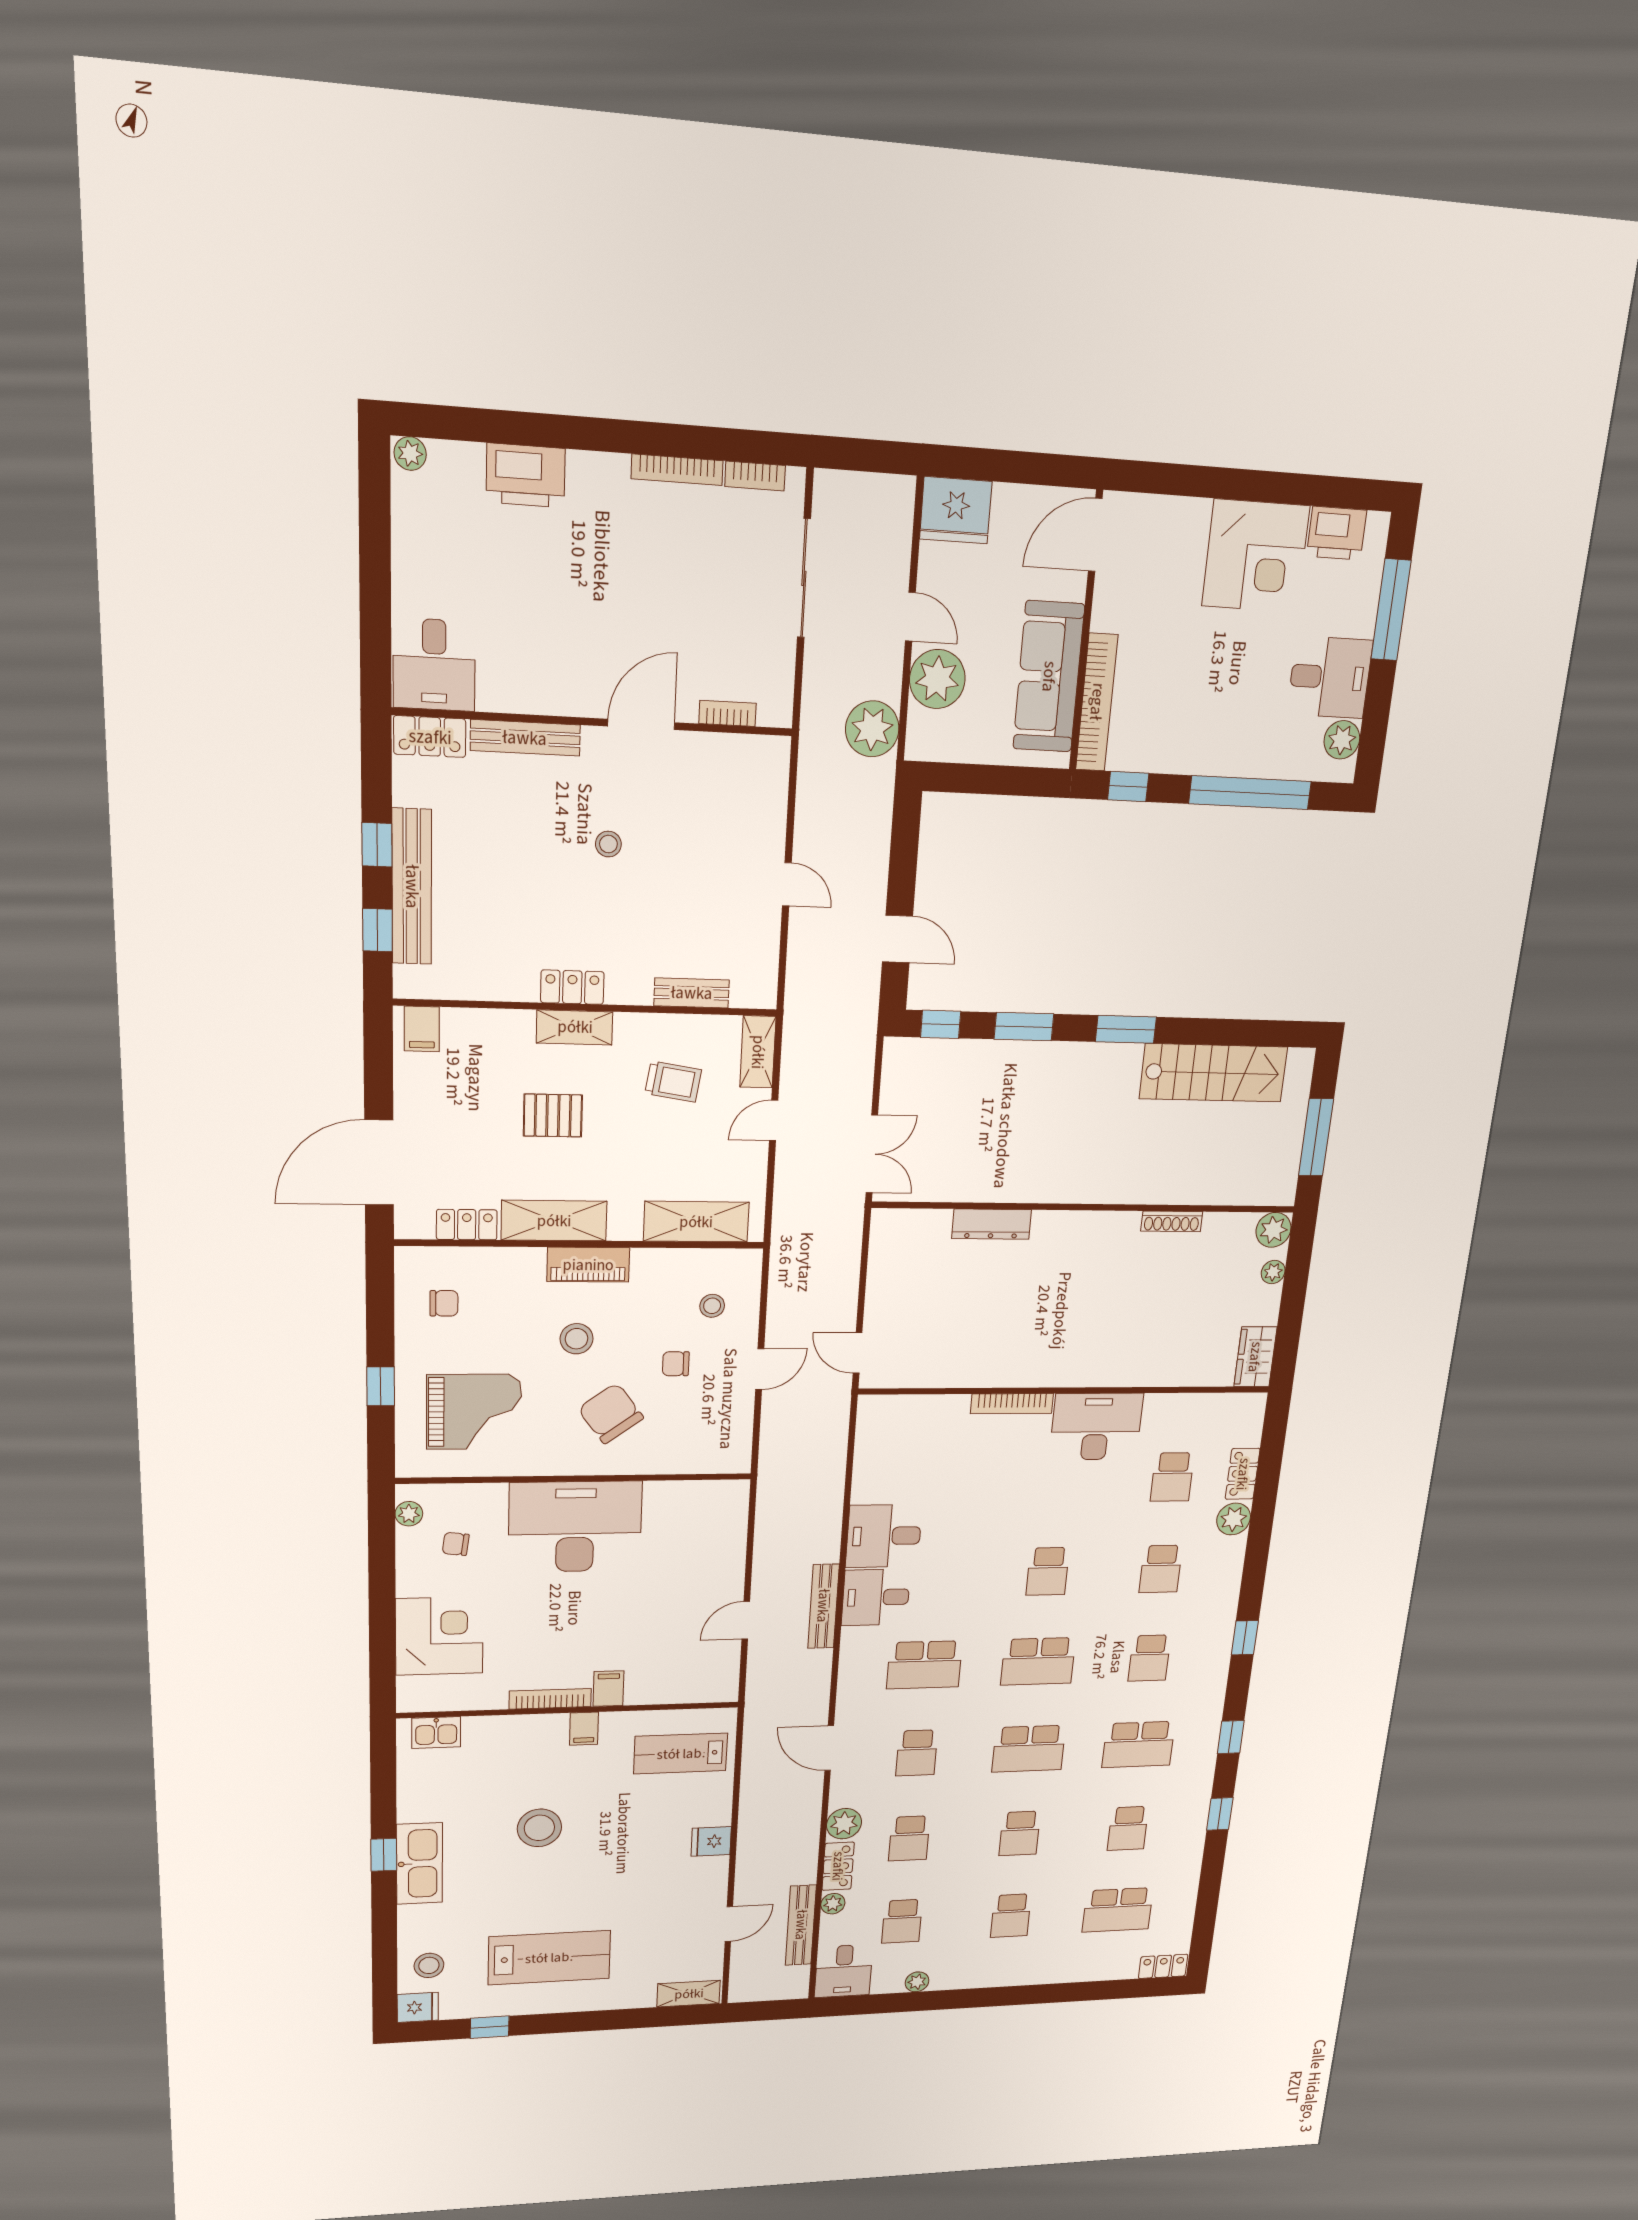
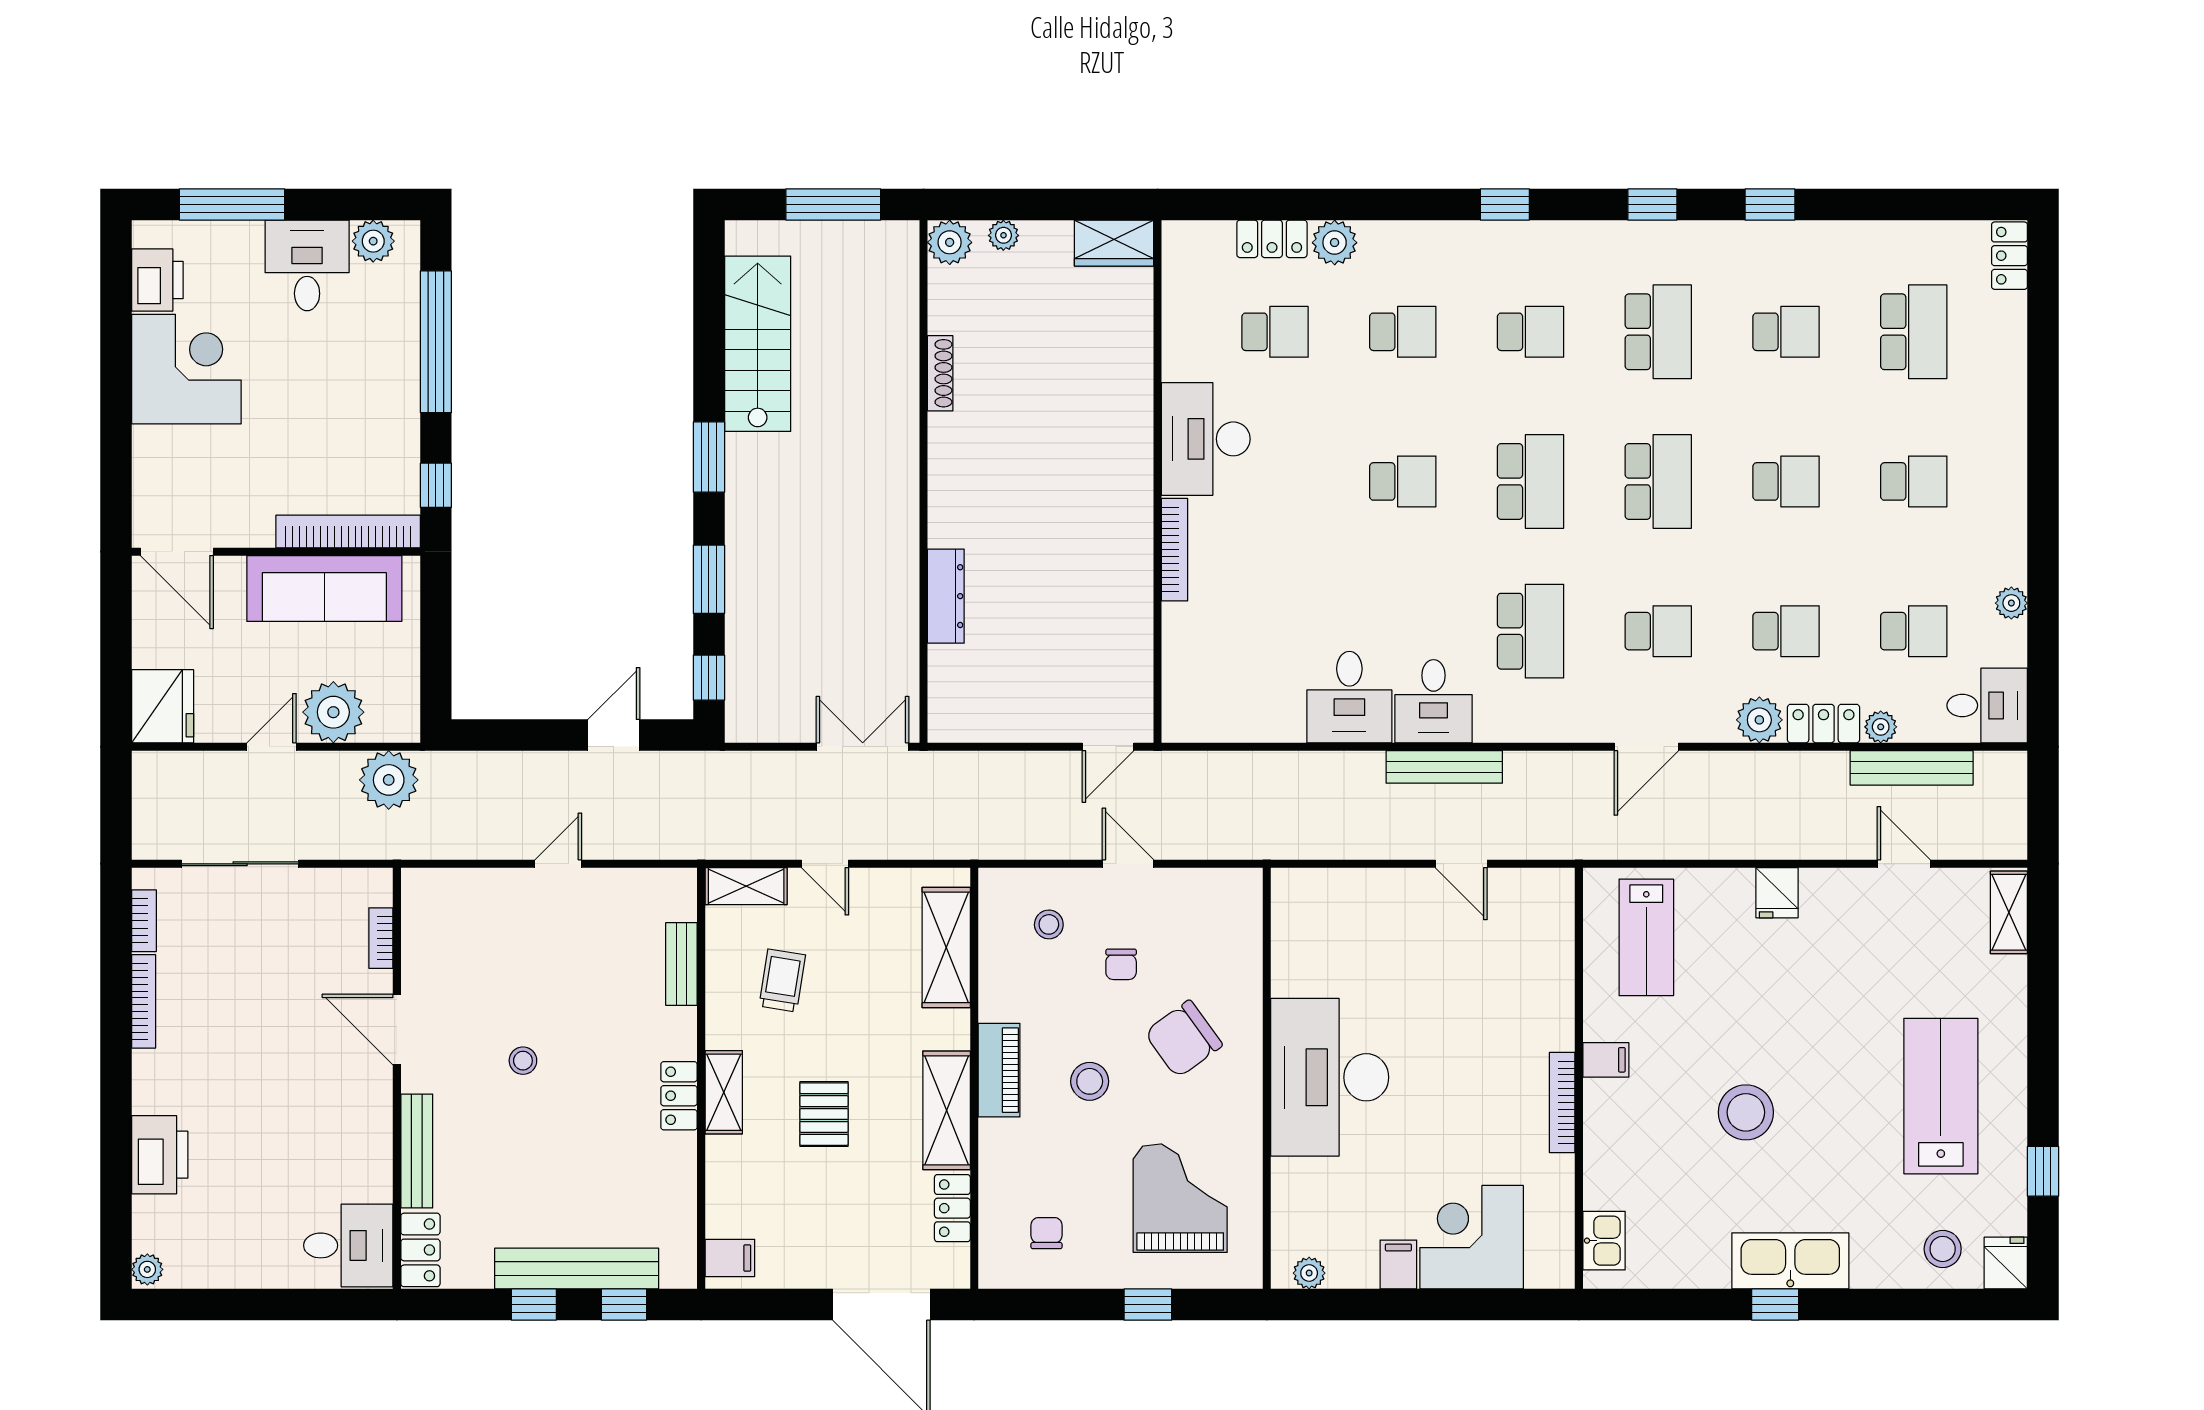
chair: (456, 1544) -> (1349, 1218), removed
filing cabinet: (609, 1689) -> (1398, 1265), moved, turned 90

